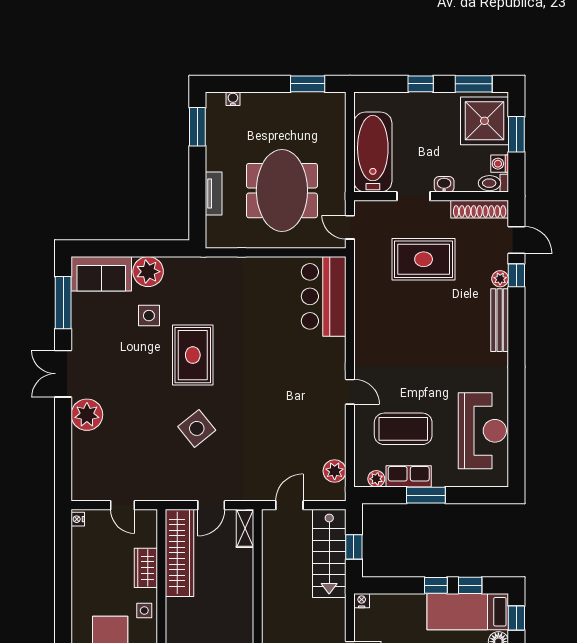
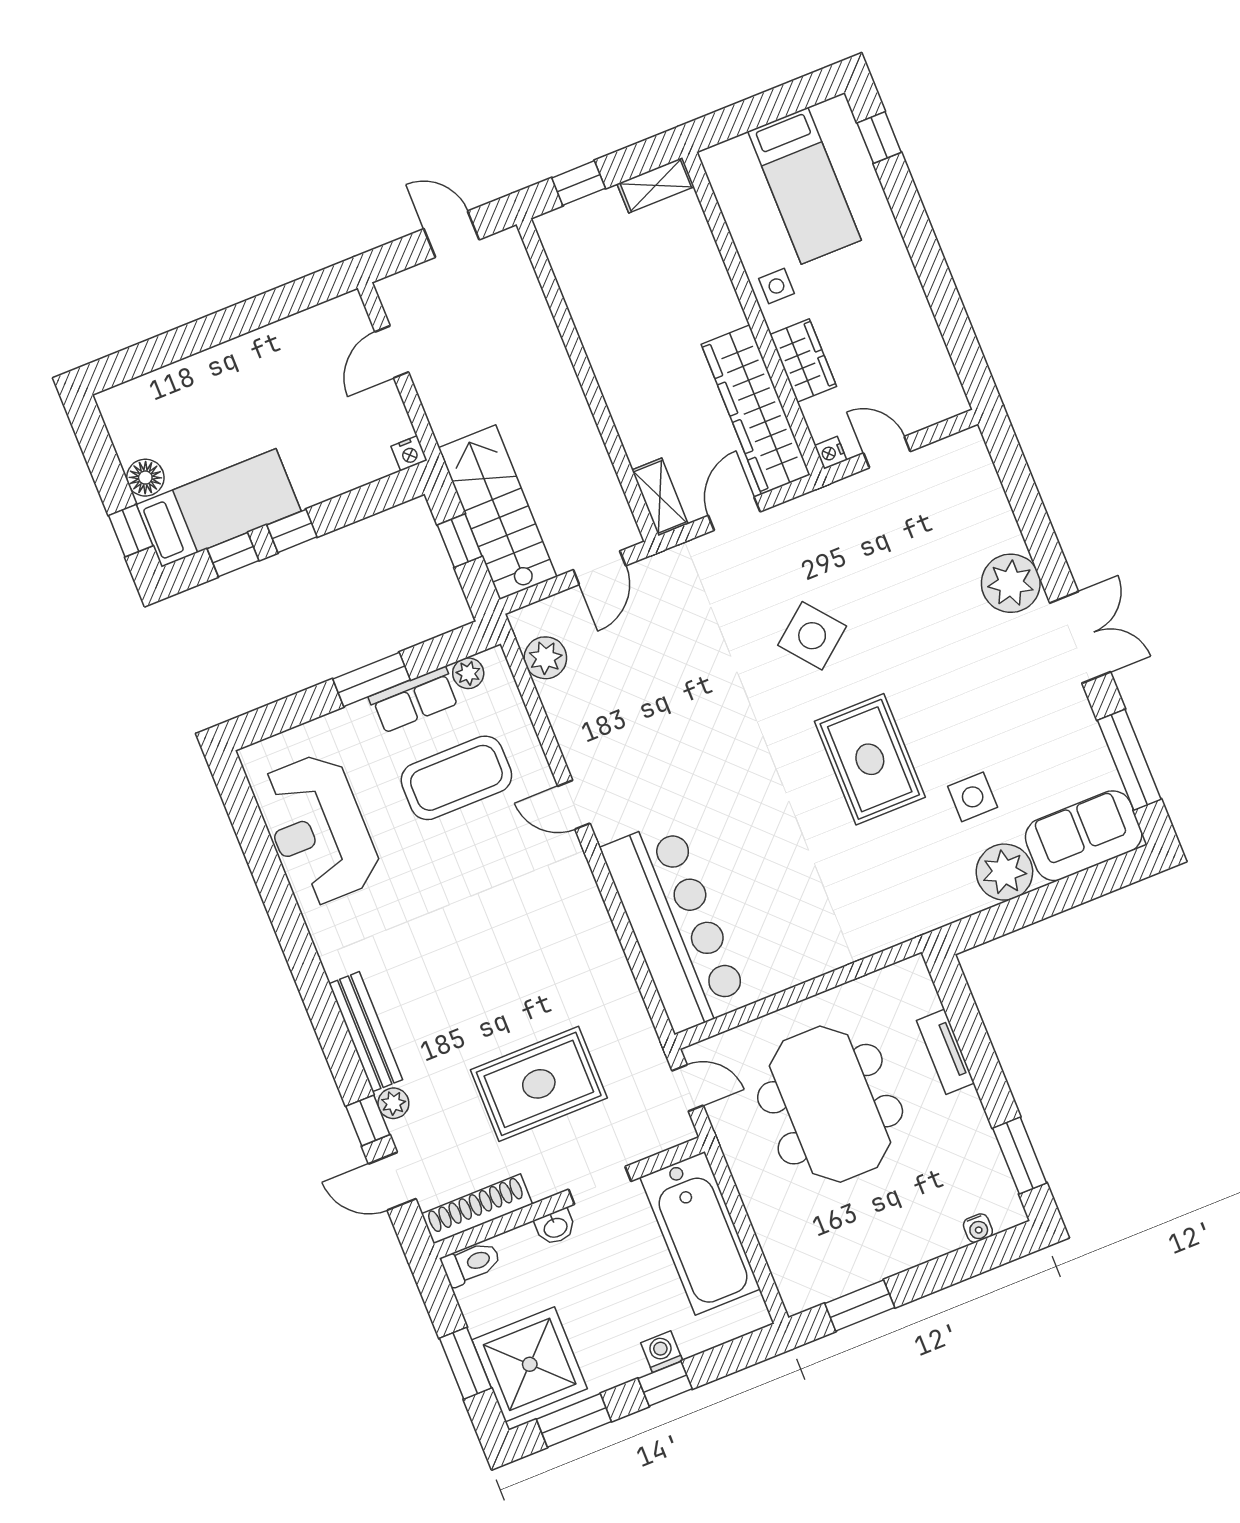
washing machine: (500, 164) -> (662, 1352), moved, turned -90
bar counter: (324, 296) -> (675, 926), width x1.36
nightstand: (78, 519) -> (831, 453), moved, turned 180

